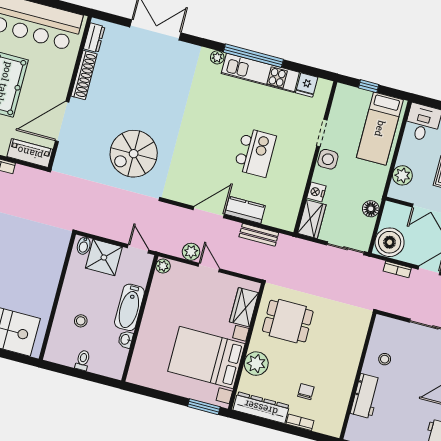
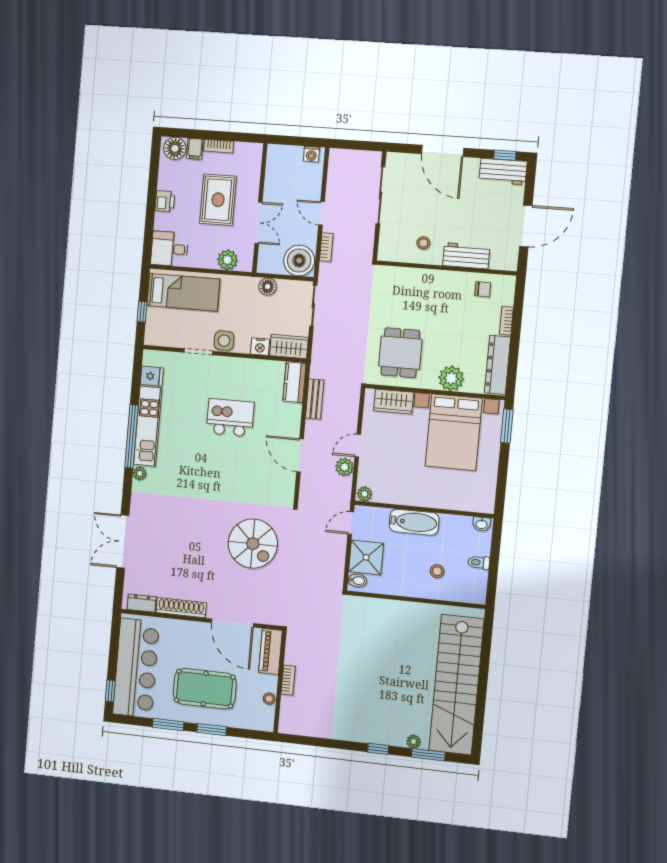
kitchen counter: (245, 210) -> (294, 382), moved
washbasin: (125, 339) -> (482, 524), moved
chair: (306, 392) -> (483, 289), moved, turned 180

